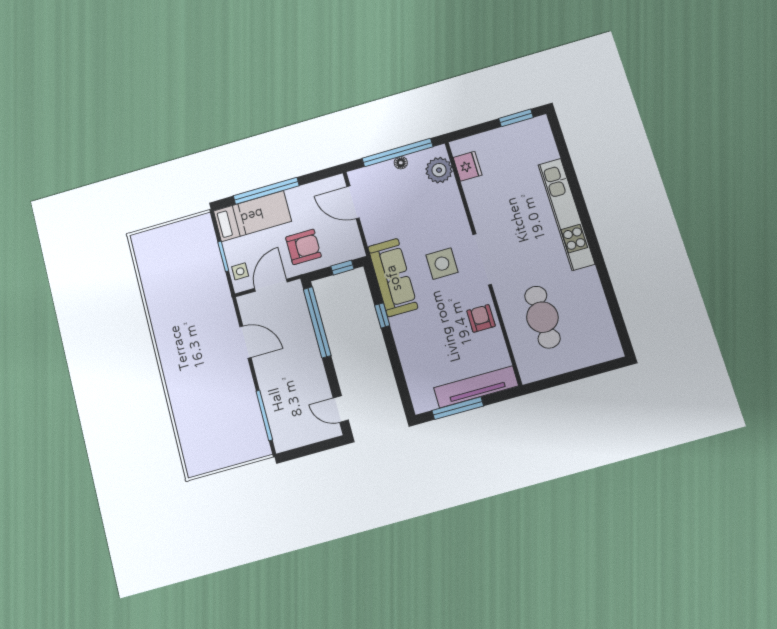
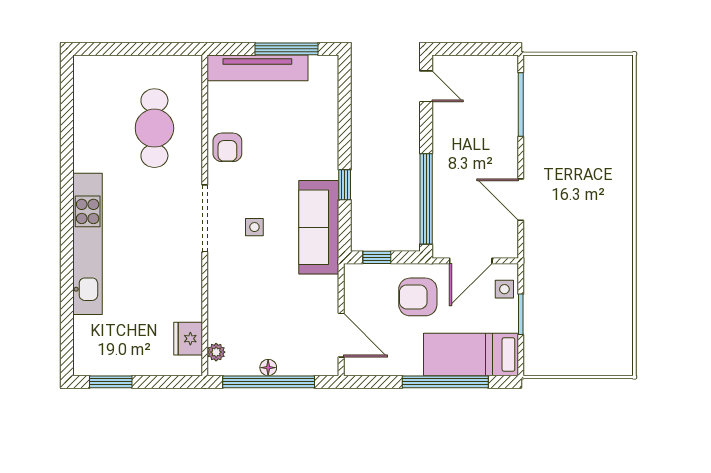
plant: (439, 170) -> (216, 352), width x0.53, depth x0.53
side table: (442, 264) -> (254, 227), width x0.54, depth x0.54

